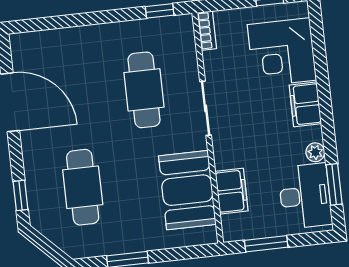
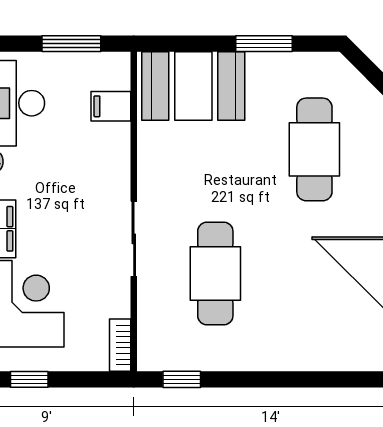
booth: (187, 190) -> (193, 86), moved, turned 90
filing cabinet: (232, 191) -> (111, 106), width x0.50

